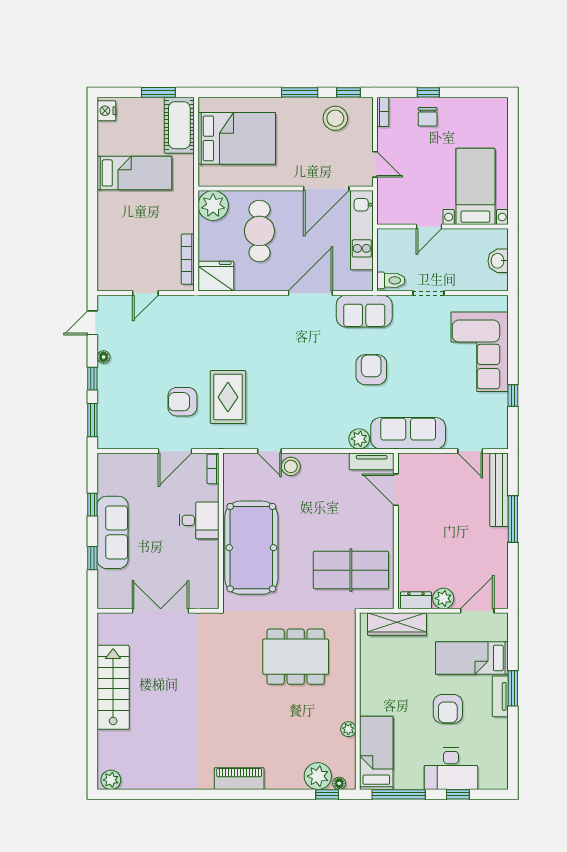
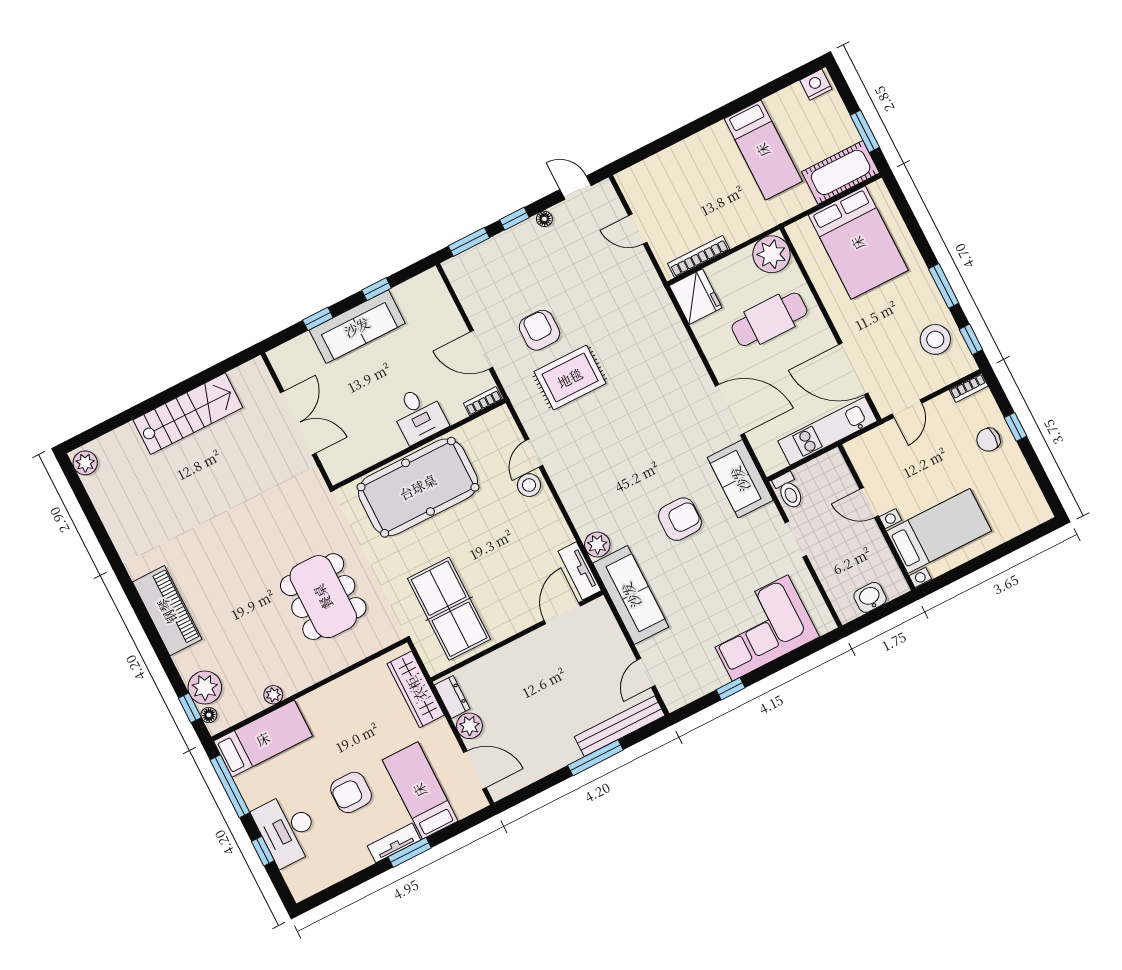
piano: (239, 779) -> (167, 611), width x1.37, depth x1.33

